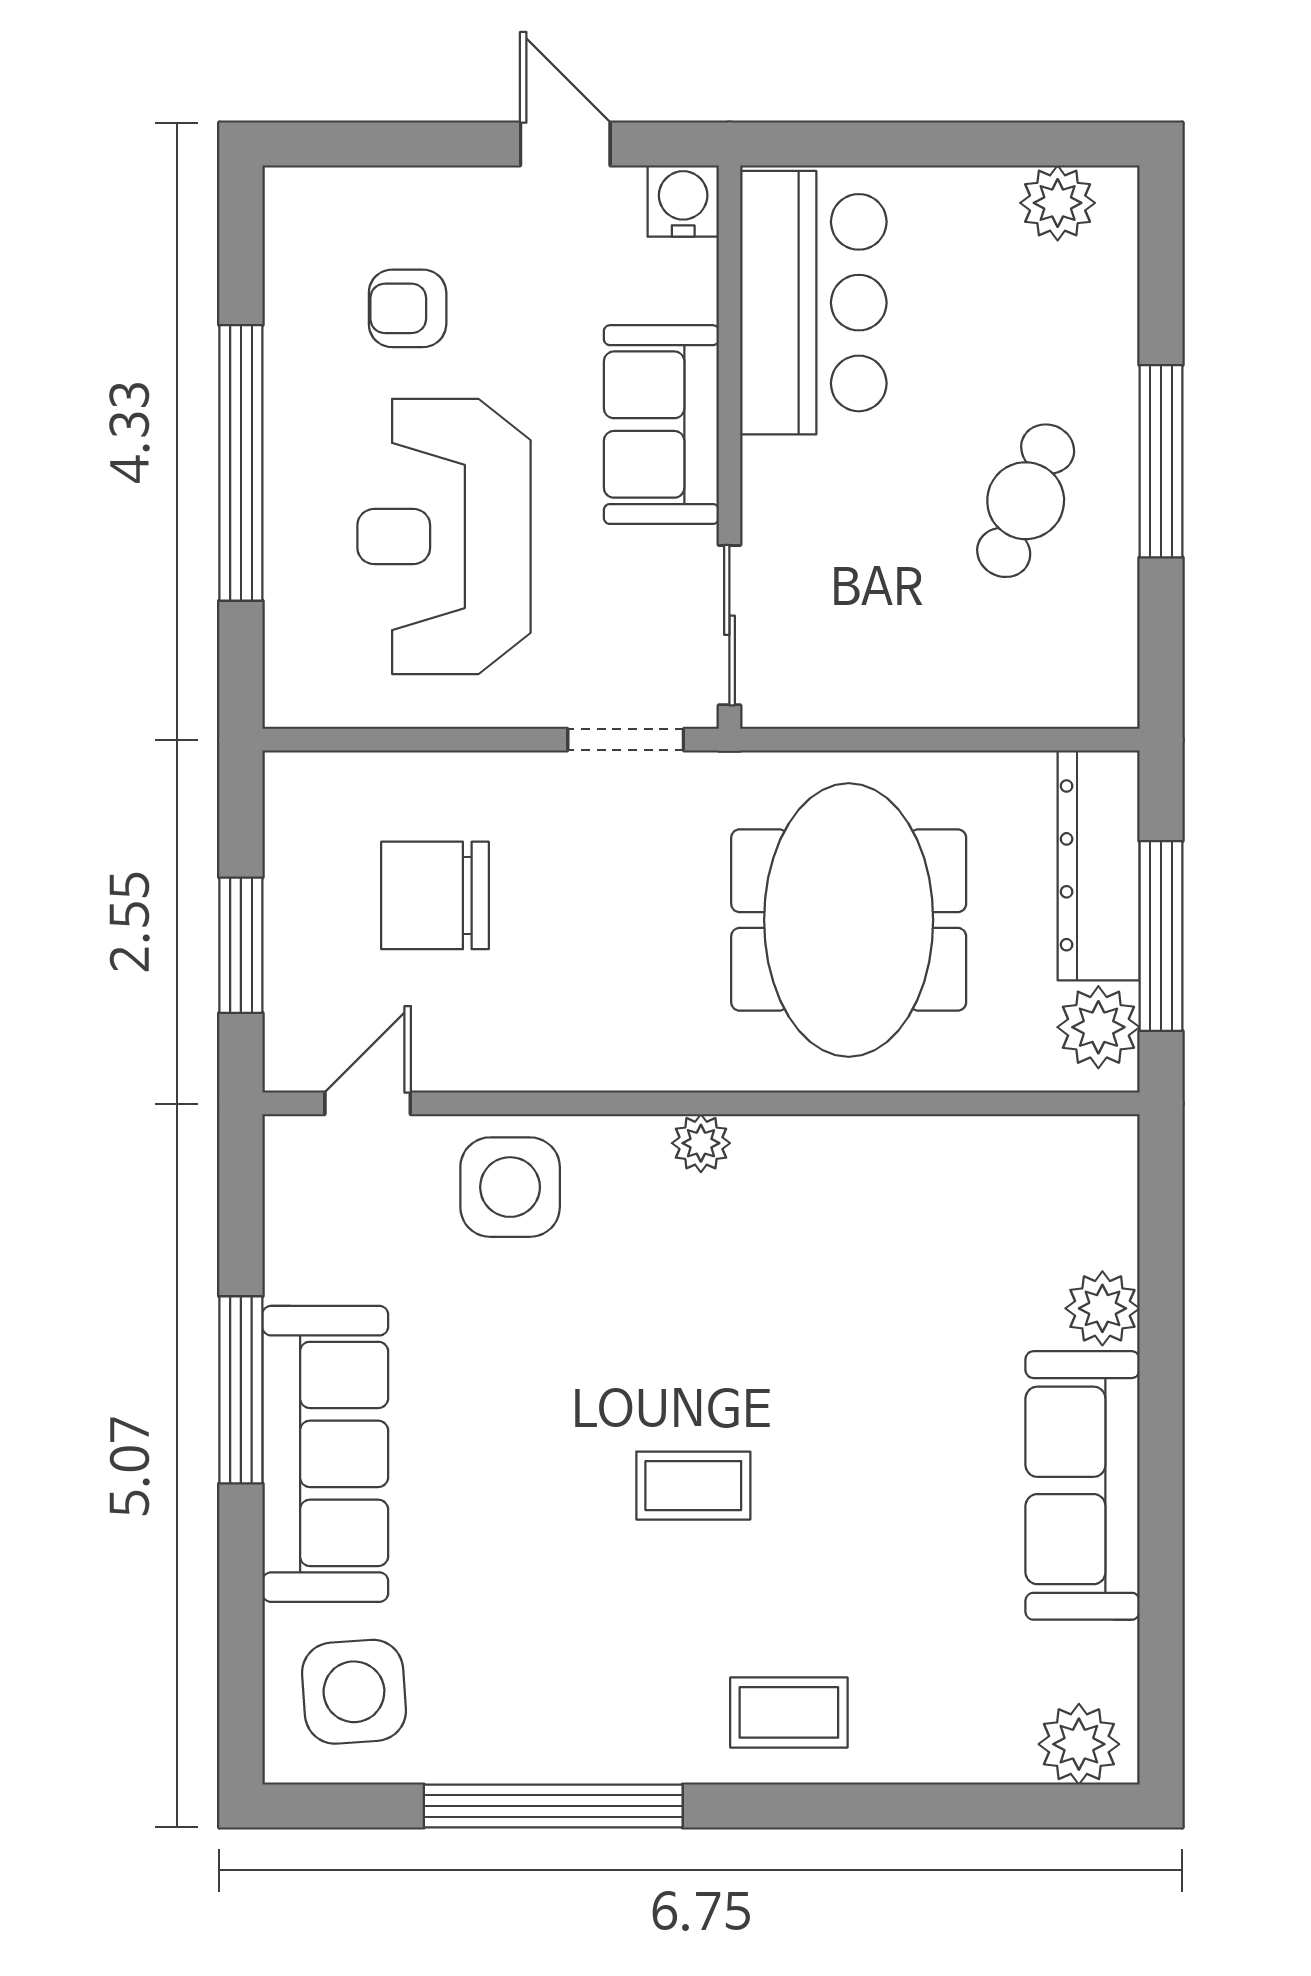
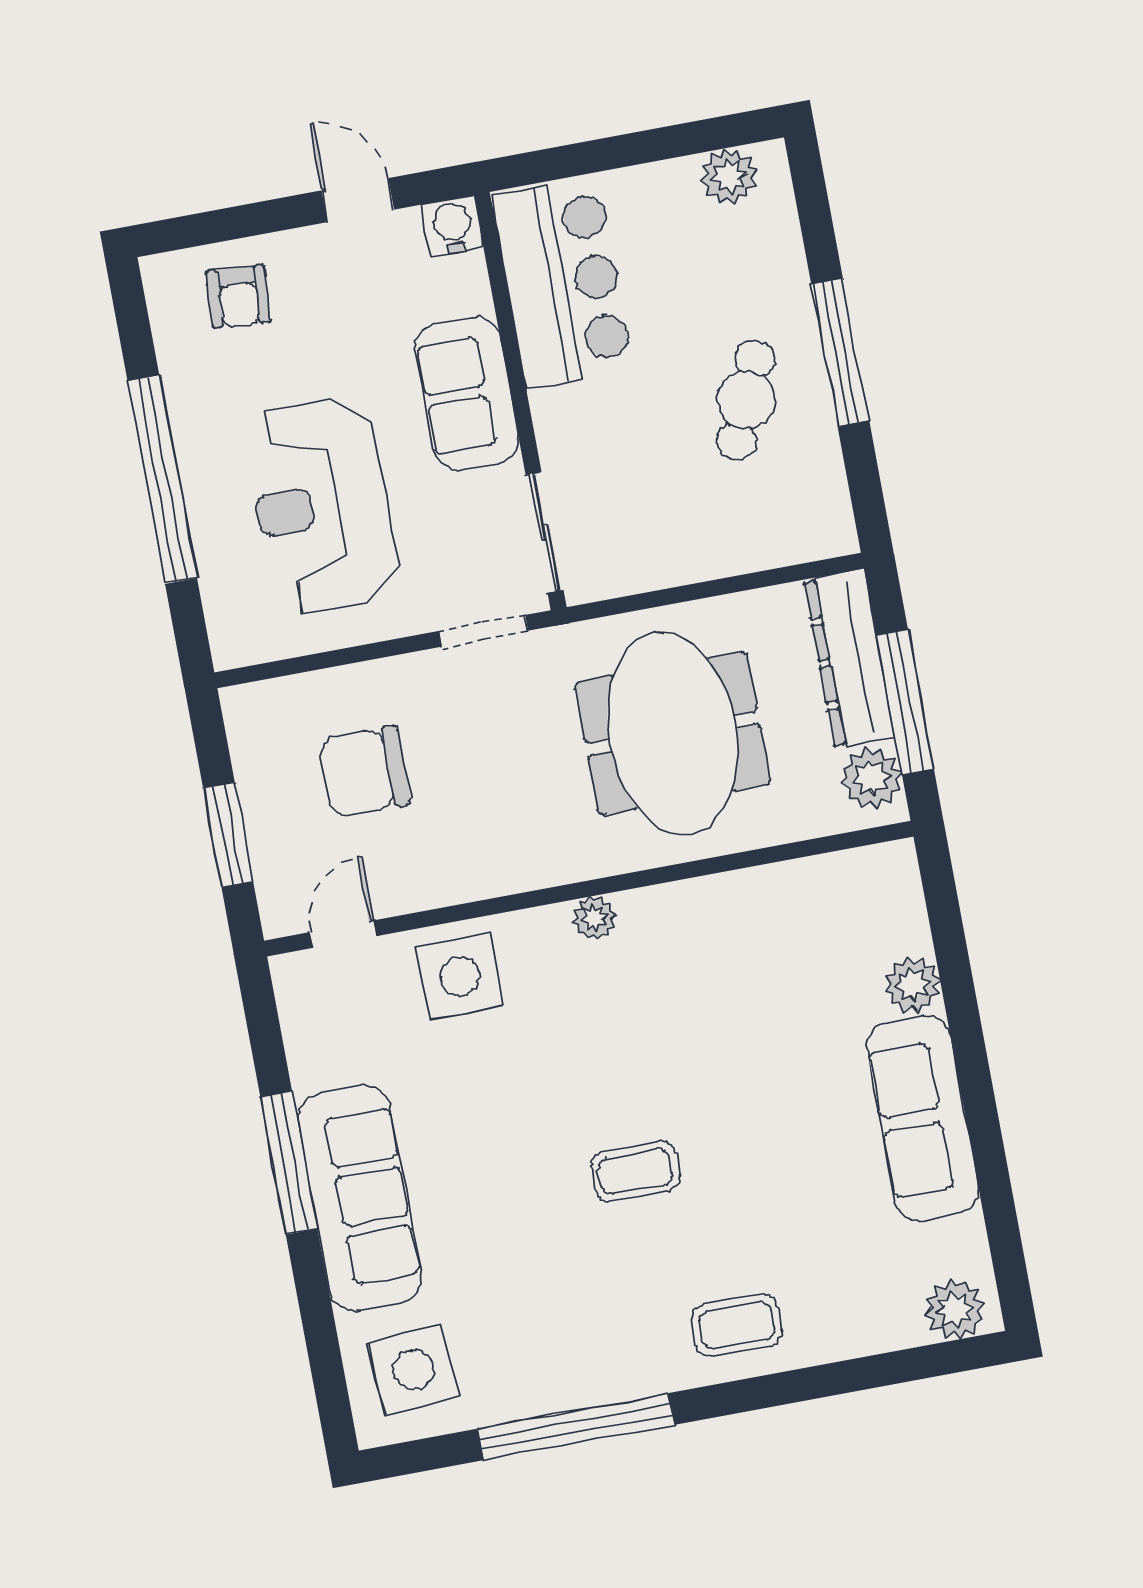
armchair: (408, 308) -> (238, 297), moved, turned -86

